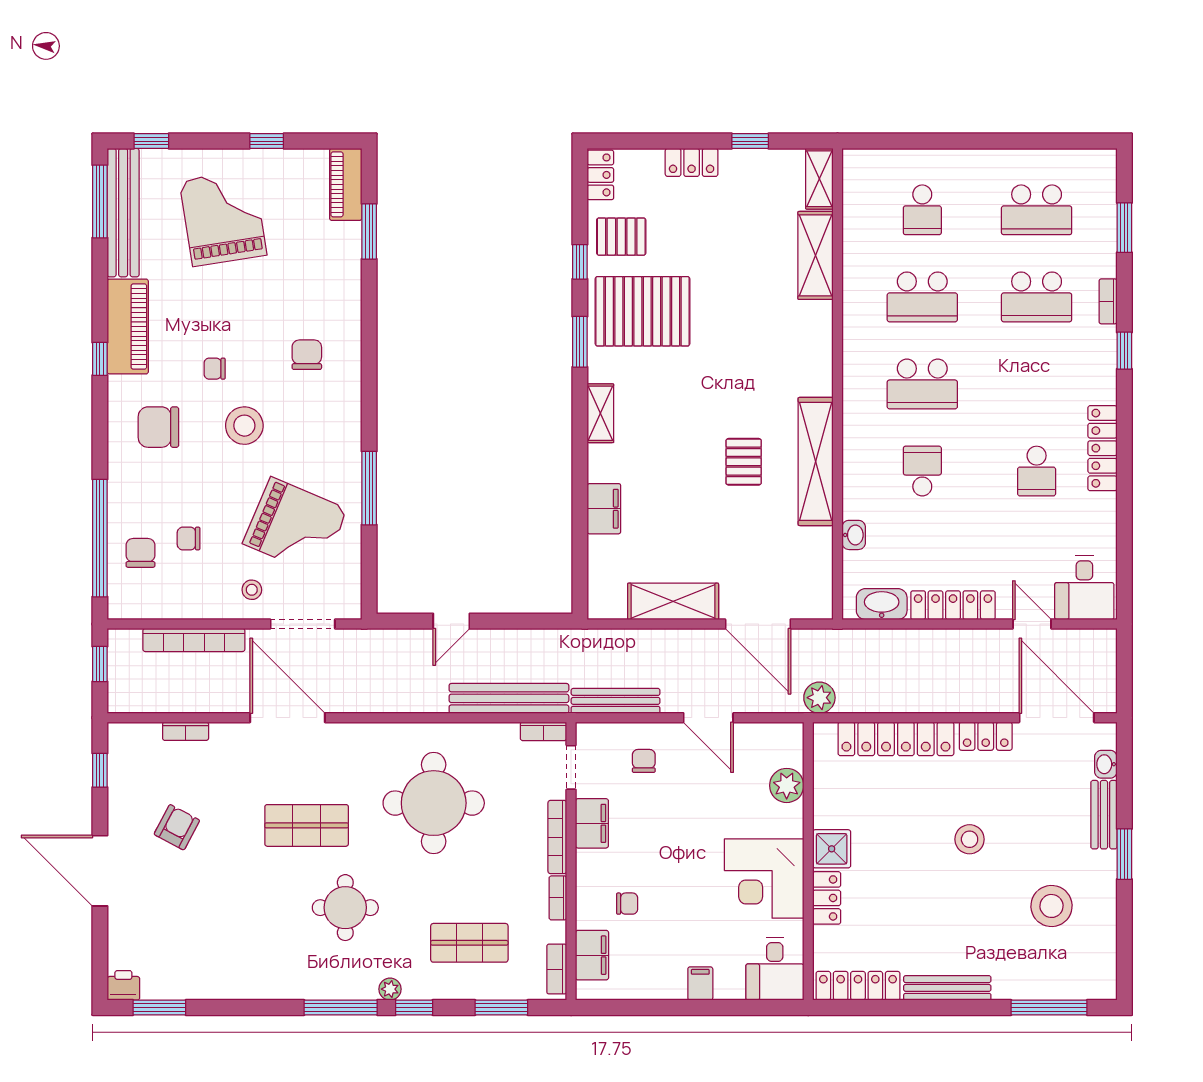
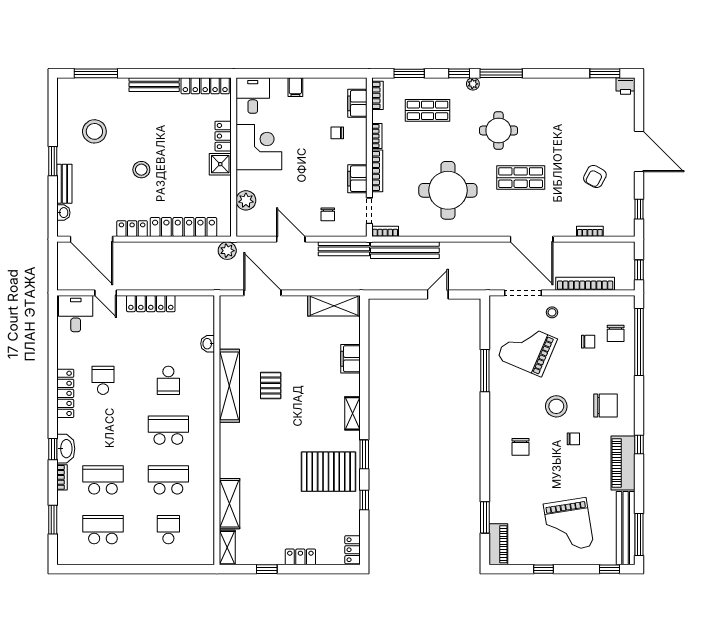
pallet: (621, 237) -> (341, 514), removed
shelving: (673, 601) -> (334, 306), moved
washbasin: (882, 604) -> (66, 449), moved, turned -90

